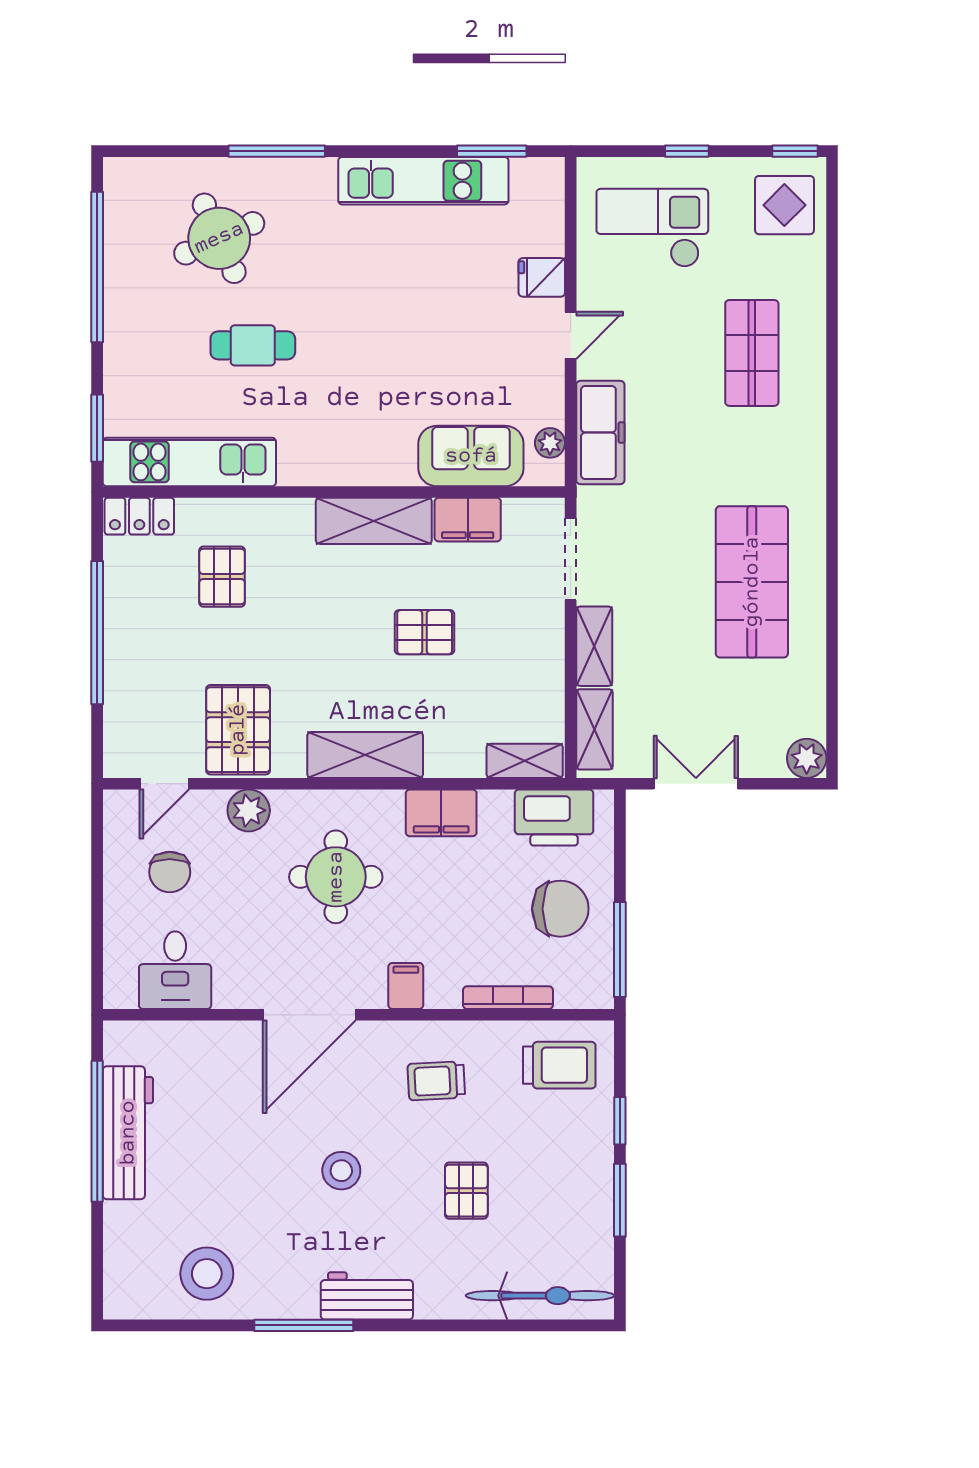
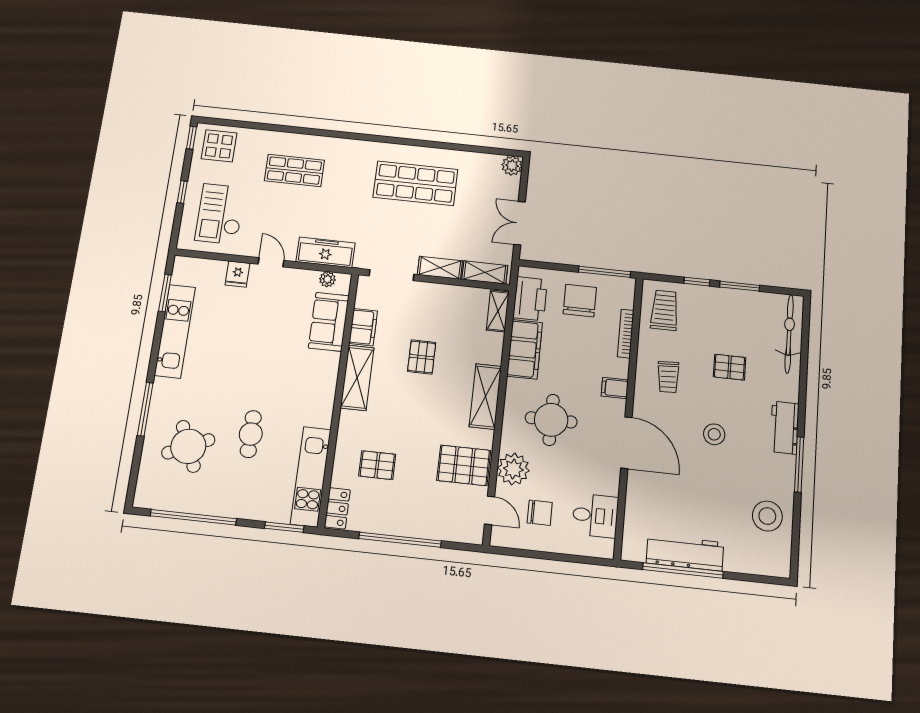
plant: (249, 810) -> (513, 469), width x1.36, depth x1.36
filing cabinet: (441, 813) -> (525, 349), width x1.50, depth x1.17

